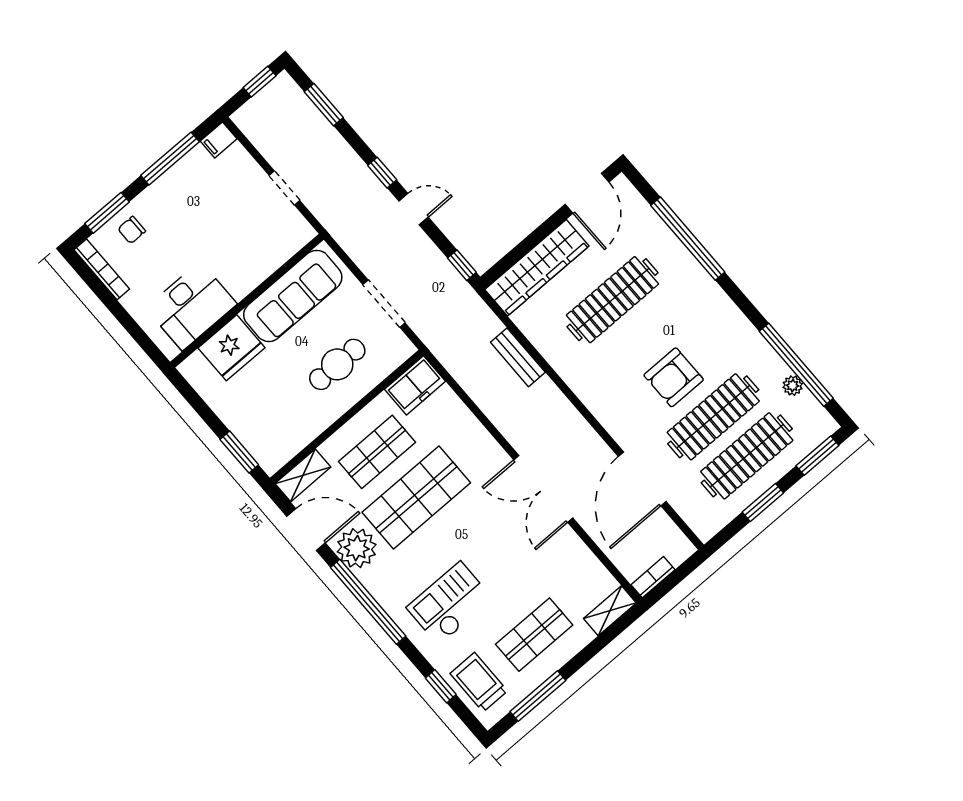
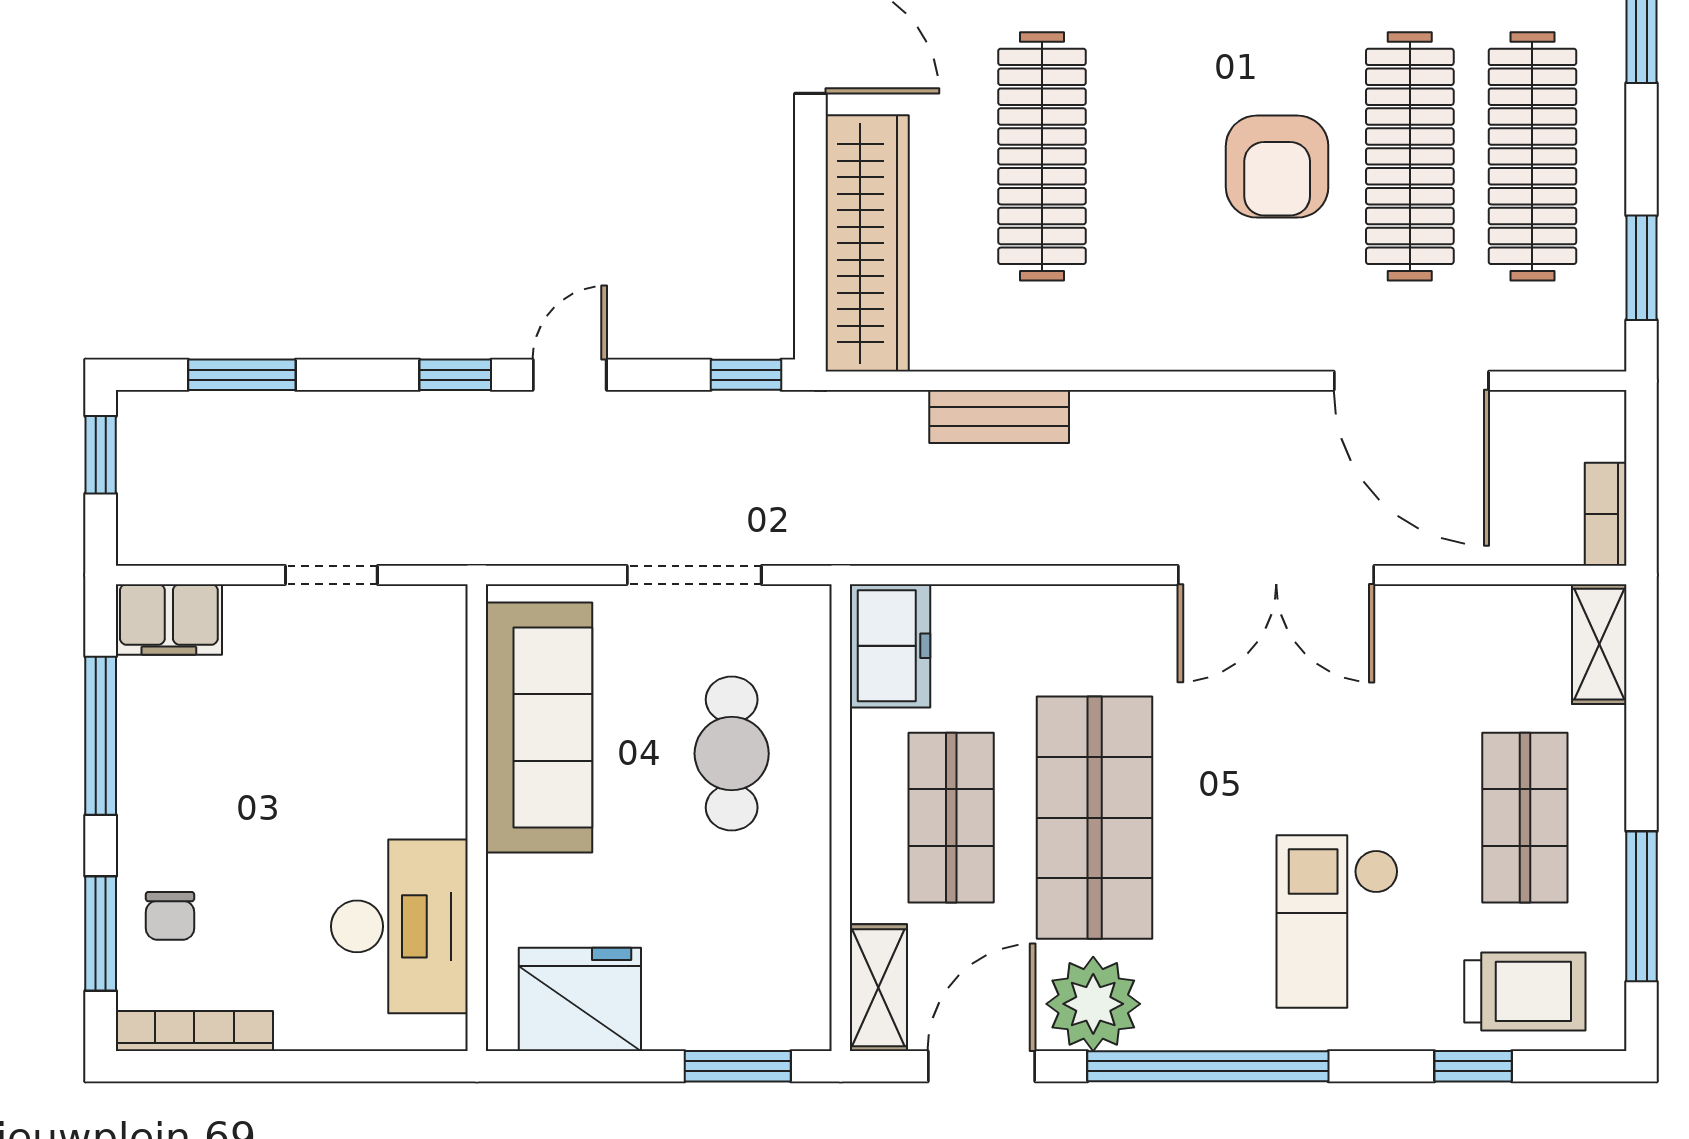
filing cabinet: (219, 140) -> (169, 619), width x2.00
fridge: (232, 348) -> (580, 999), moved, turned -90
window: (763, 502) -> (1641, 268), moved
trolley: (479, 682) -> (1525, 991), turned 180

